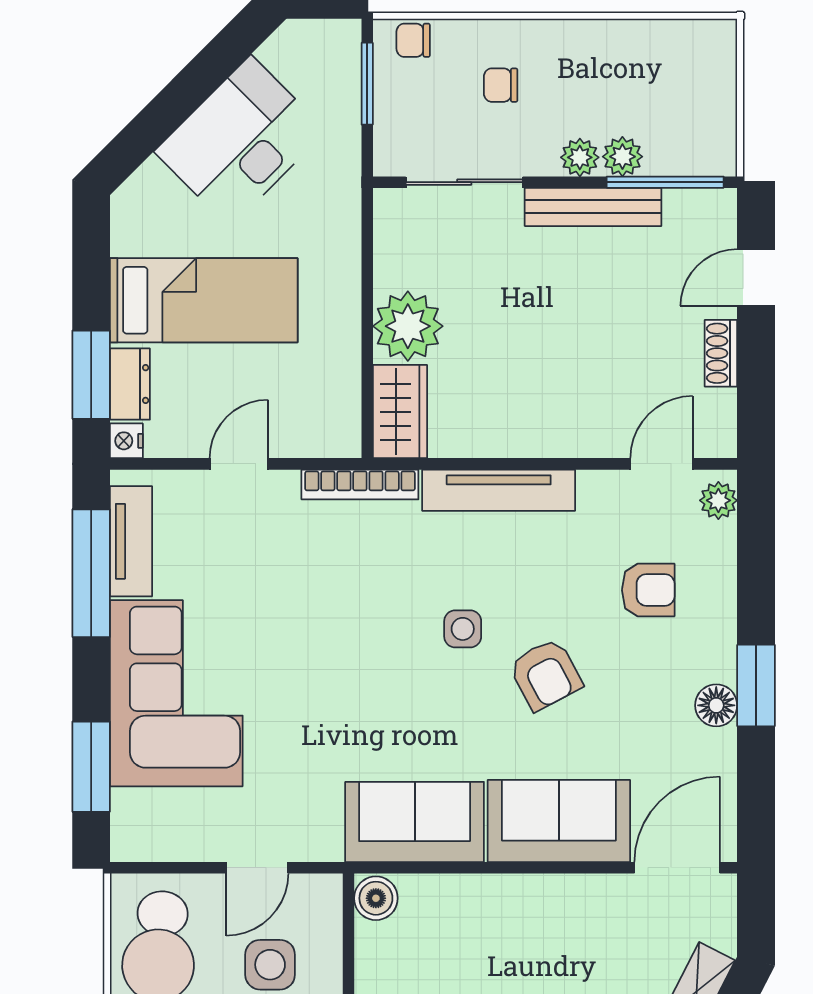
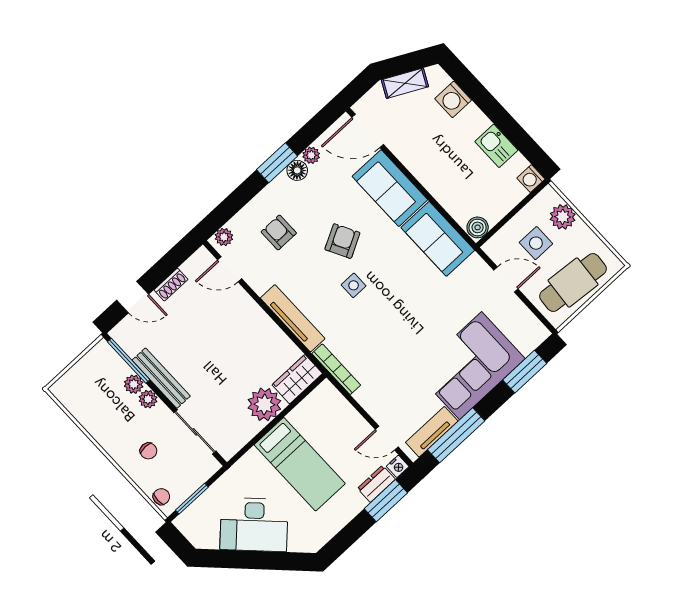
chair: (413, 40) -> (161, 497), turned -90
bed: (204, 300) -> (300, 464), moved, turned 180
door: (239, 464) -> (387, 438), moved
plant: (719, 748) -> (311, 155), added

